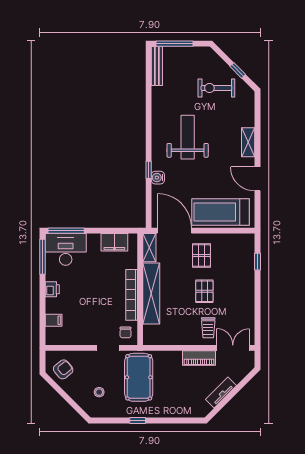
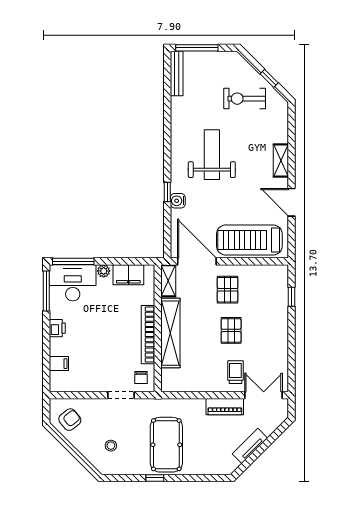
plant: (93, 239) -> (104, 271), added
trolley: (208, 328) -> (235, 372), turned 180
pool table: (139, 377) -> (166, 445), moved

